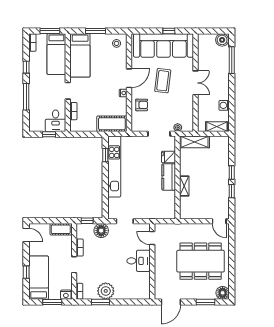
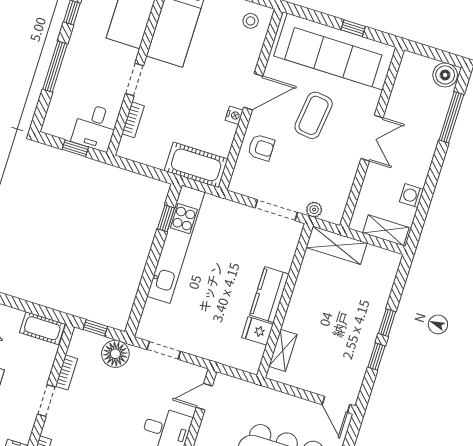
fridge: (168, 157) -> (257, 331), moved
shelving: (184, 186) -> (283, 350), moved
door: (152, 238) -> (204, 397), hinge flipped

